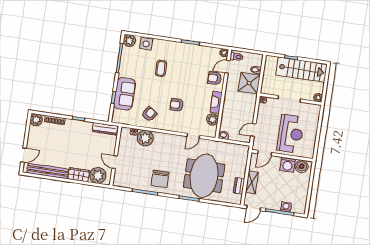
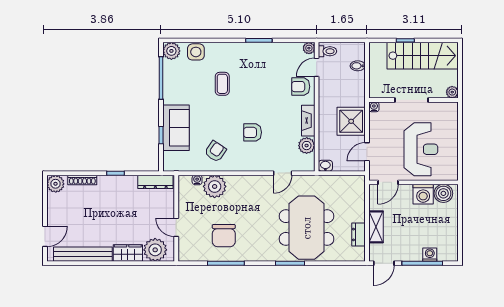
shower: (249, 83) -> (351, 121), moved
chair: (160, 179) -> (224, 236), moved

